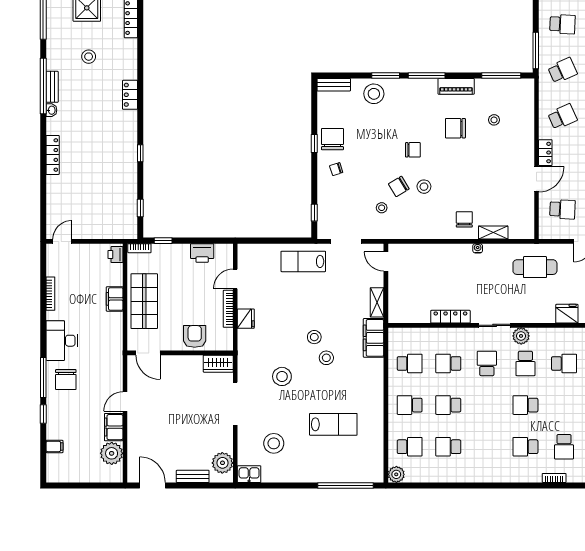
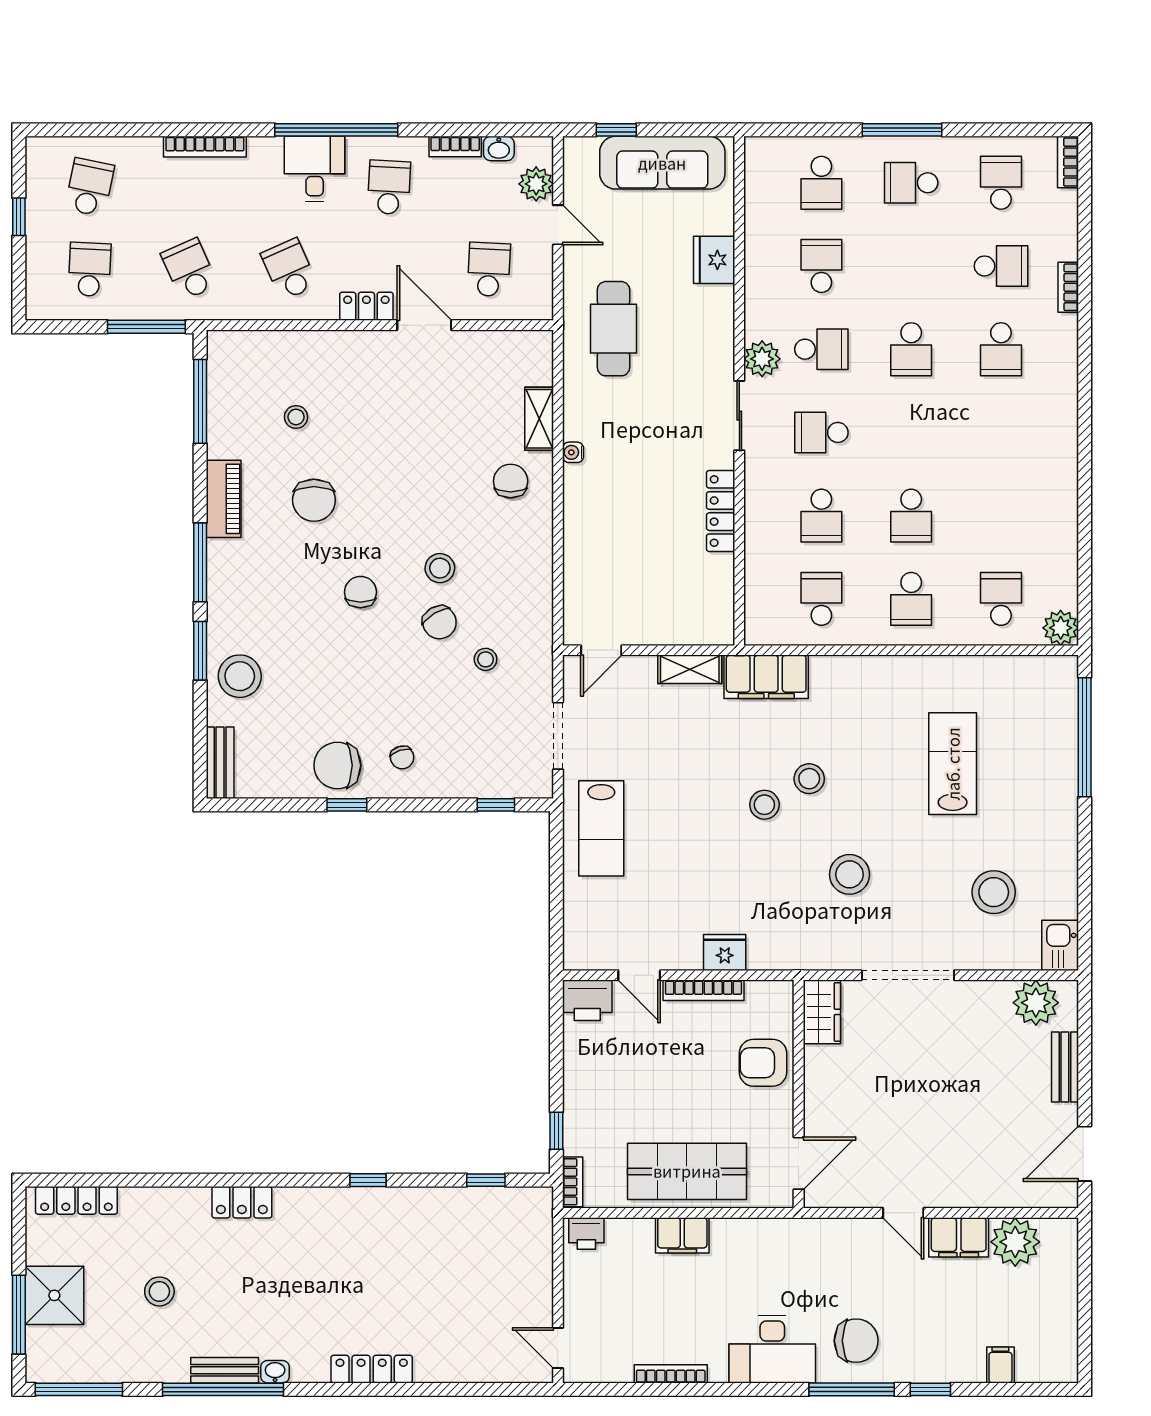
chair: (464, 219) -> (511, 481), turned 90
printer: (202, 253) -> (587, 1000), moved, turned 90
school desk: (448, 447) -> (1001, 516), removed

